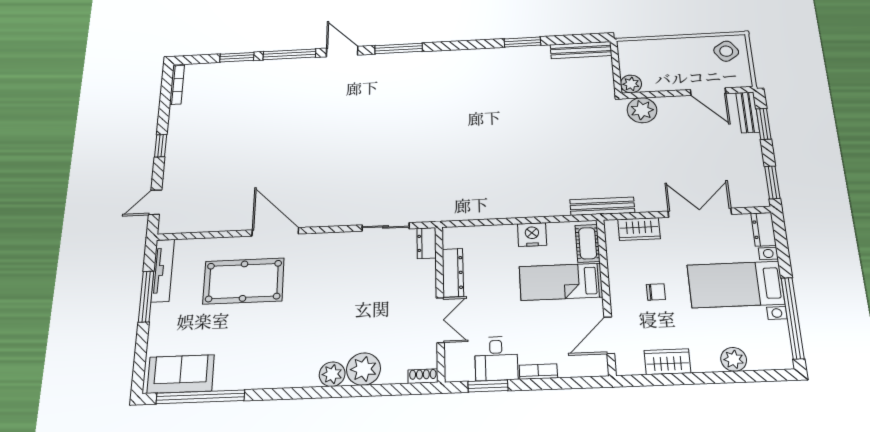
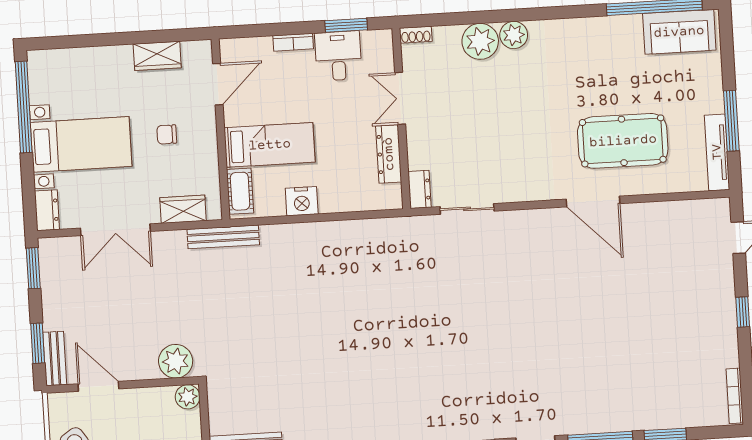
plant: (734, 359) -> (88, 60), removed

